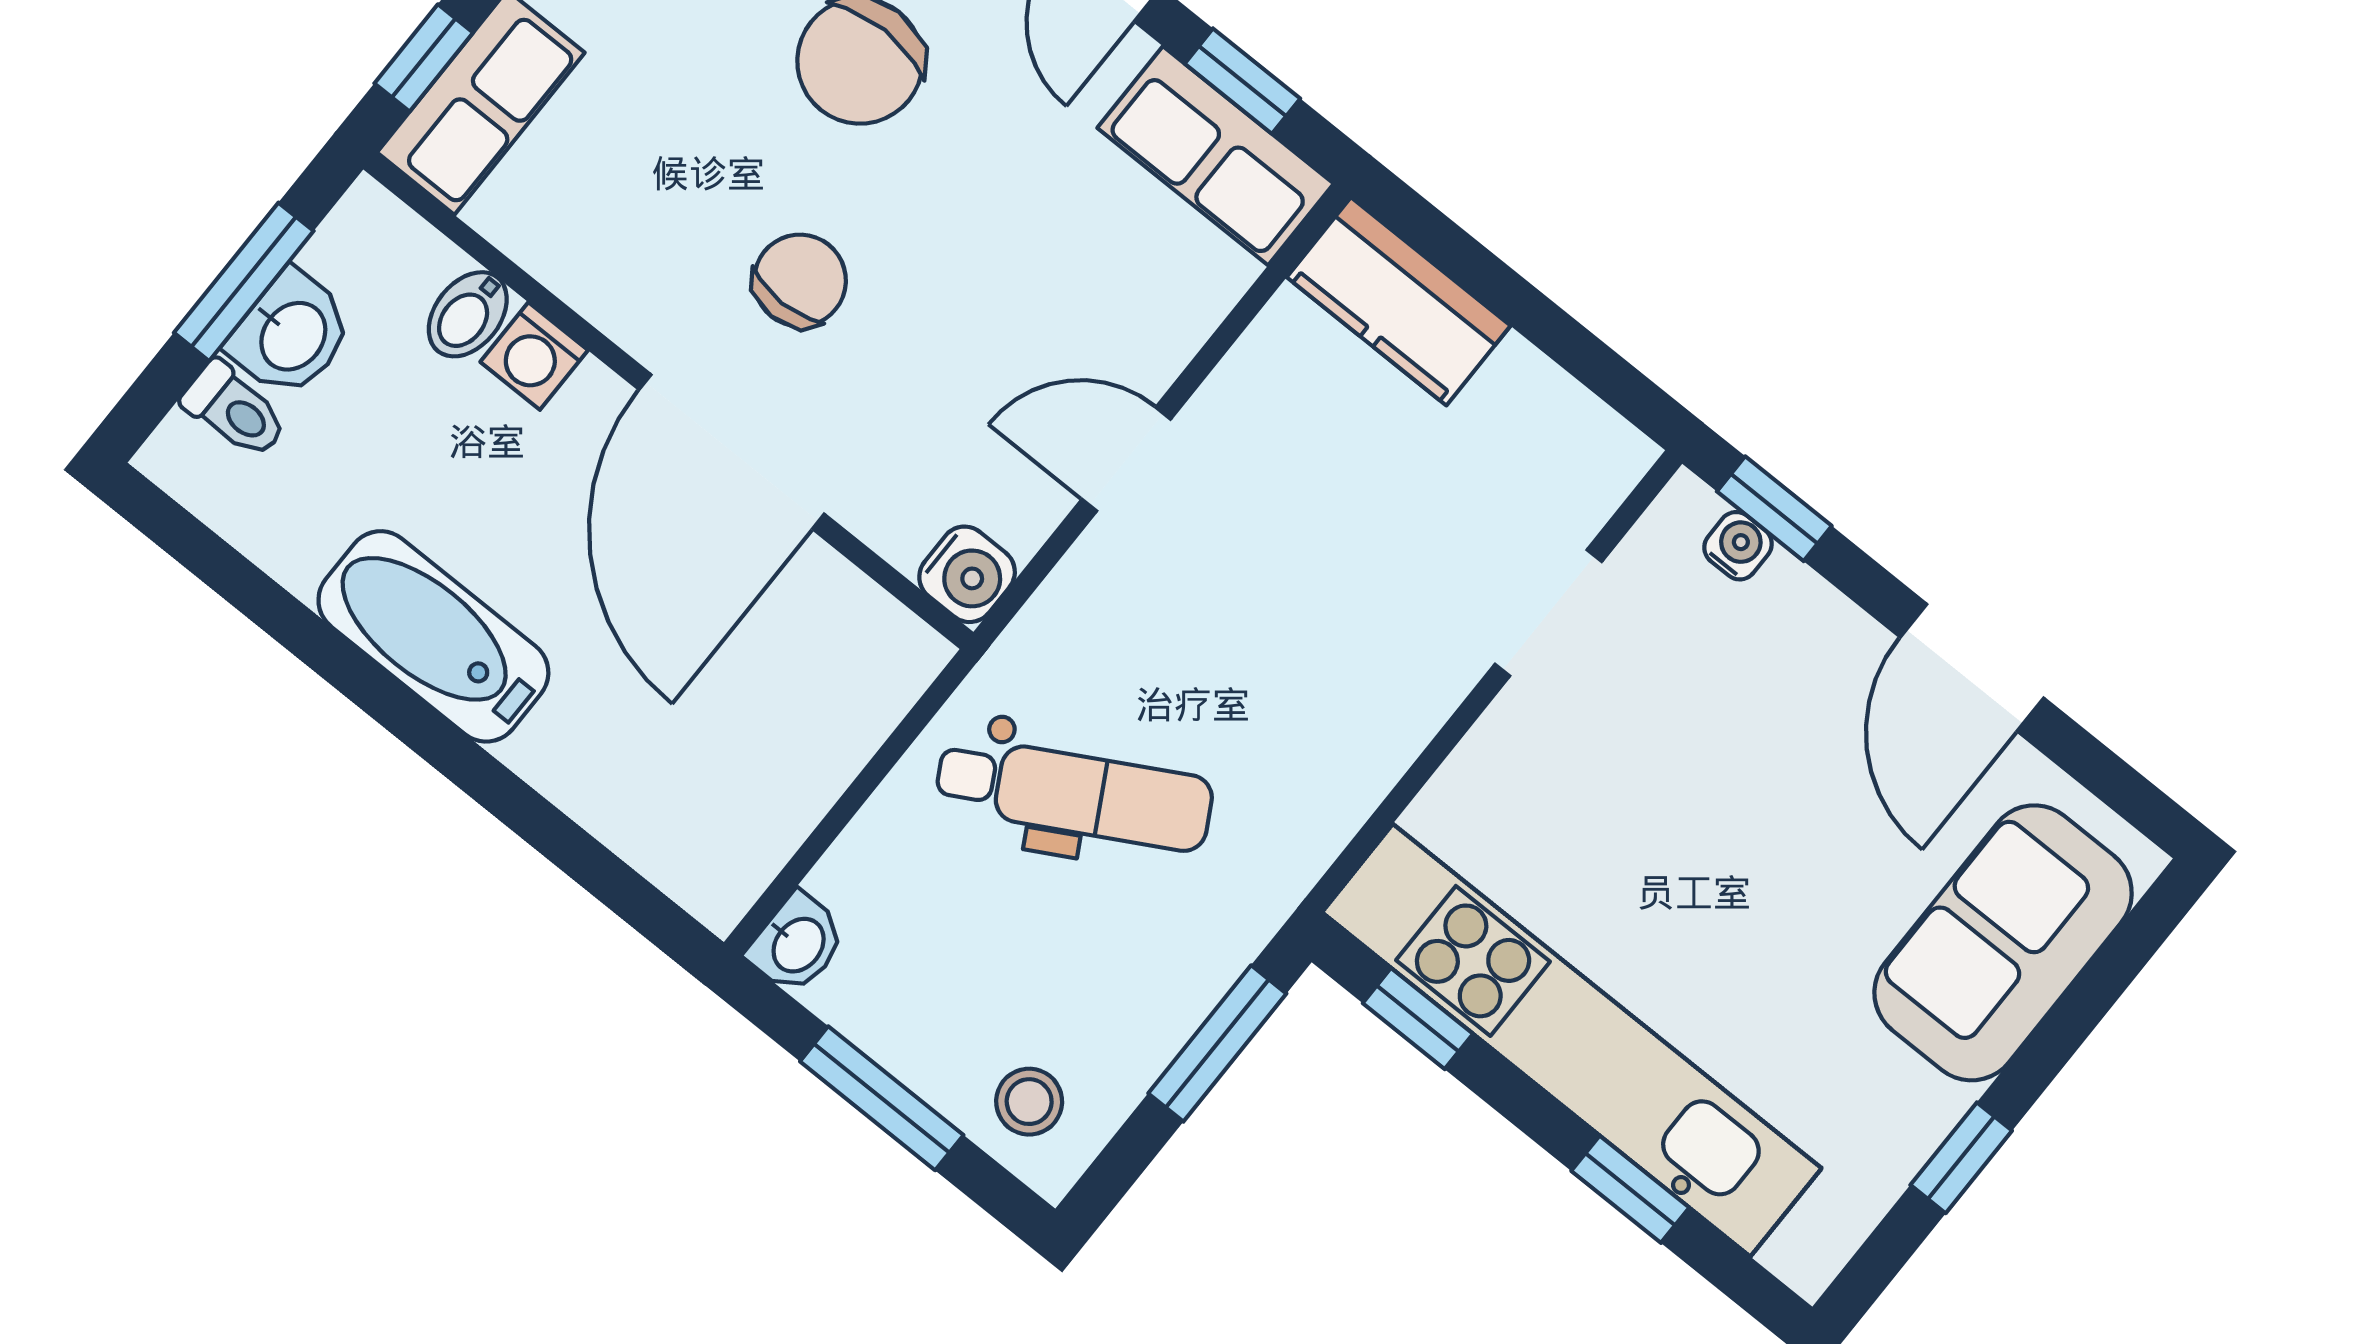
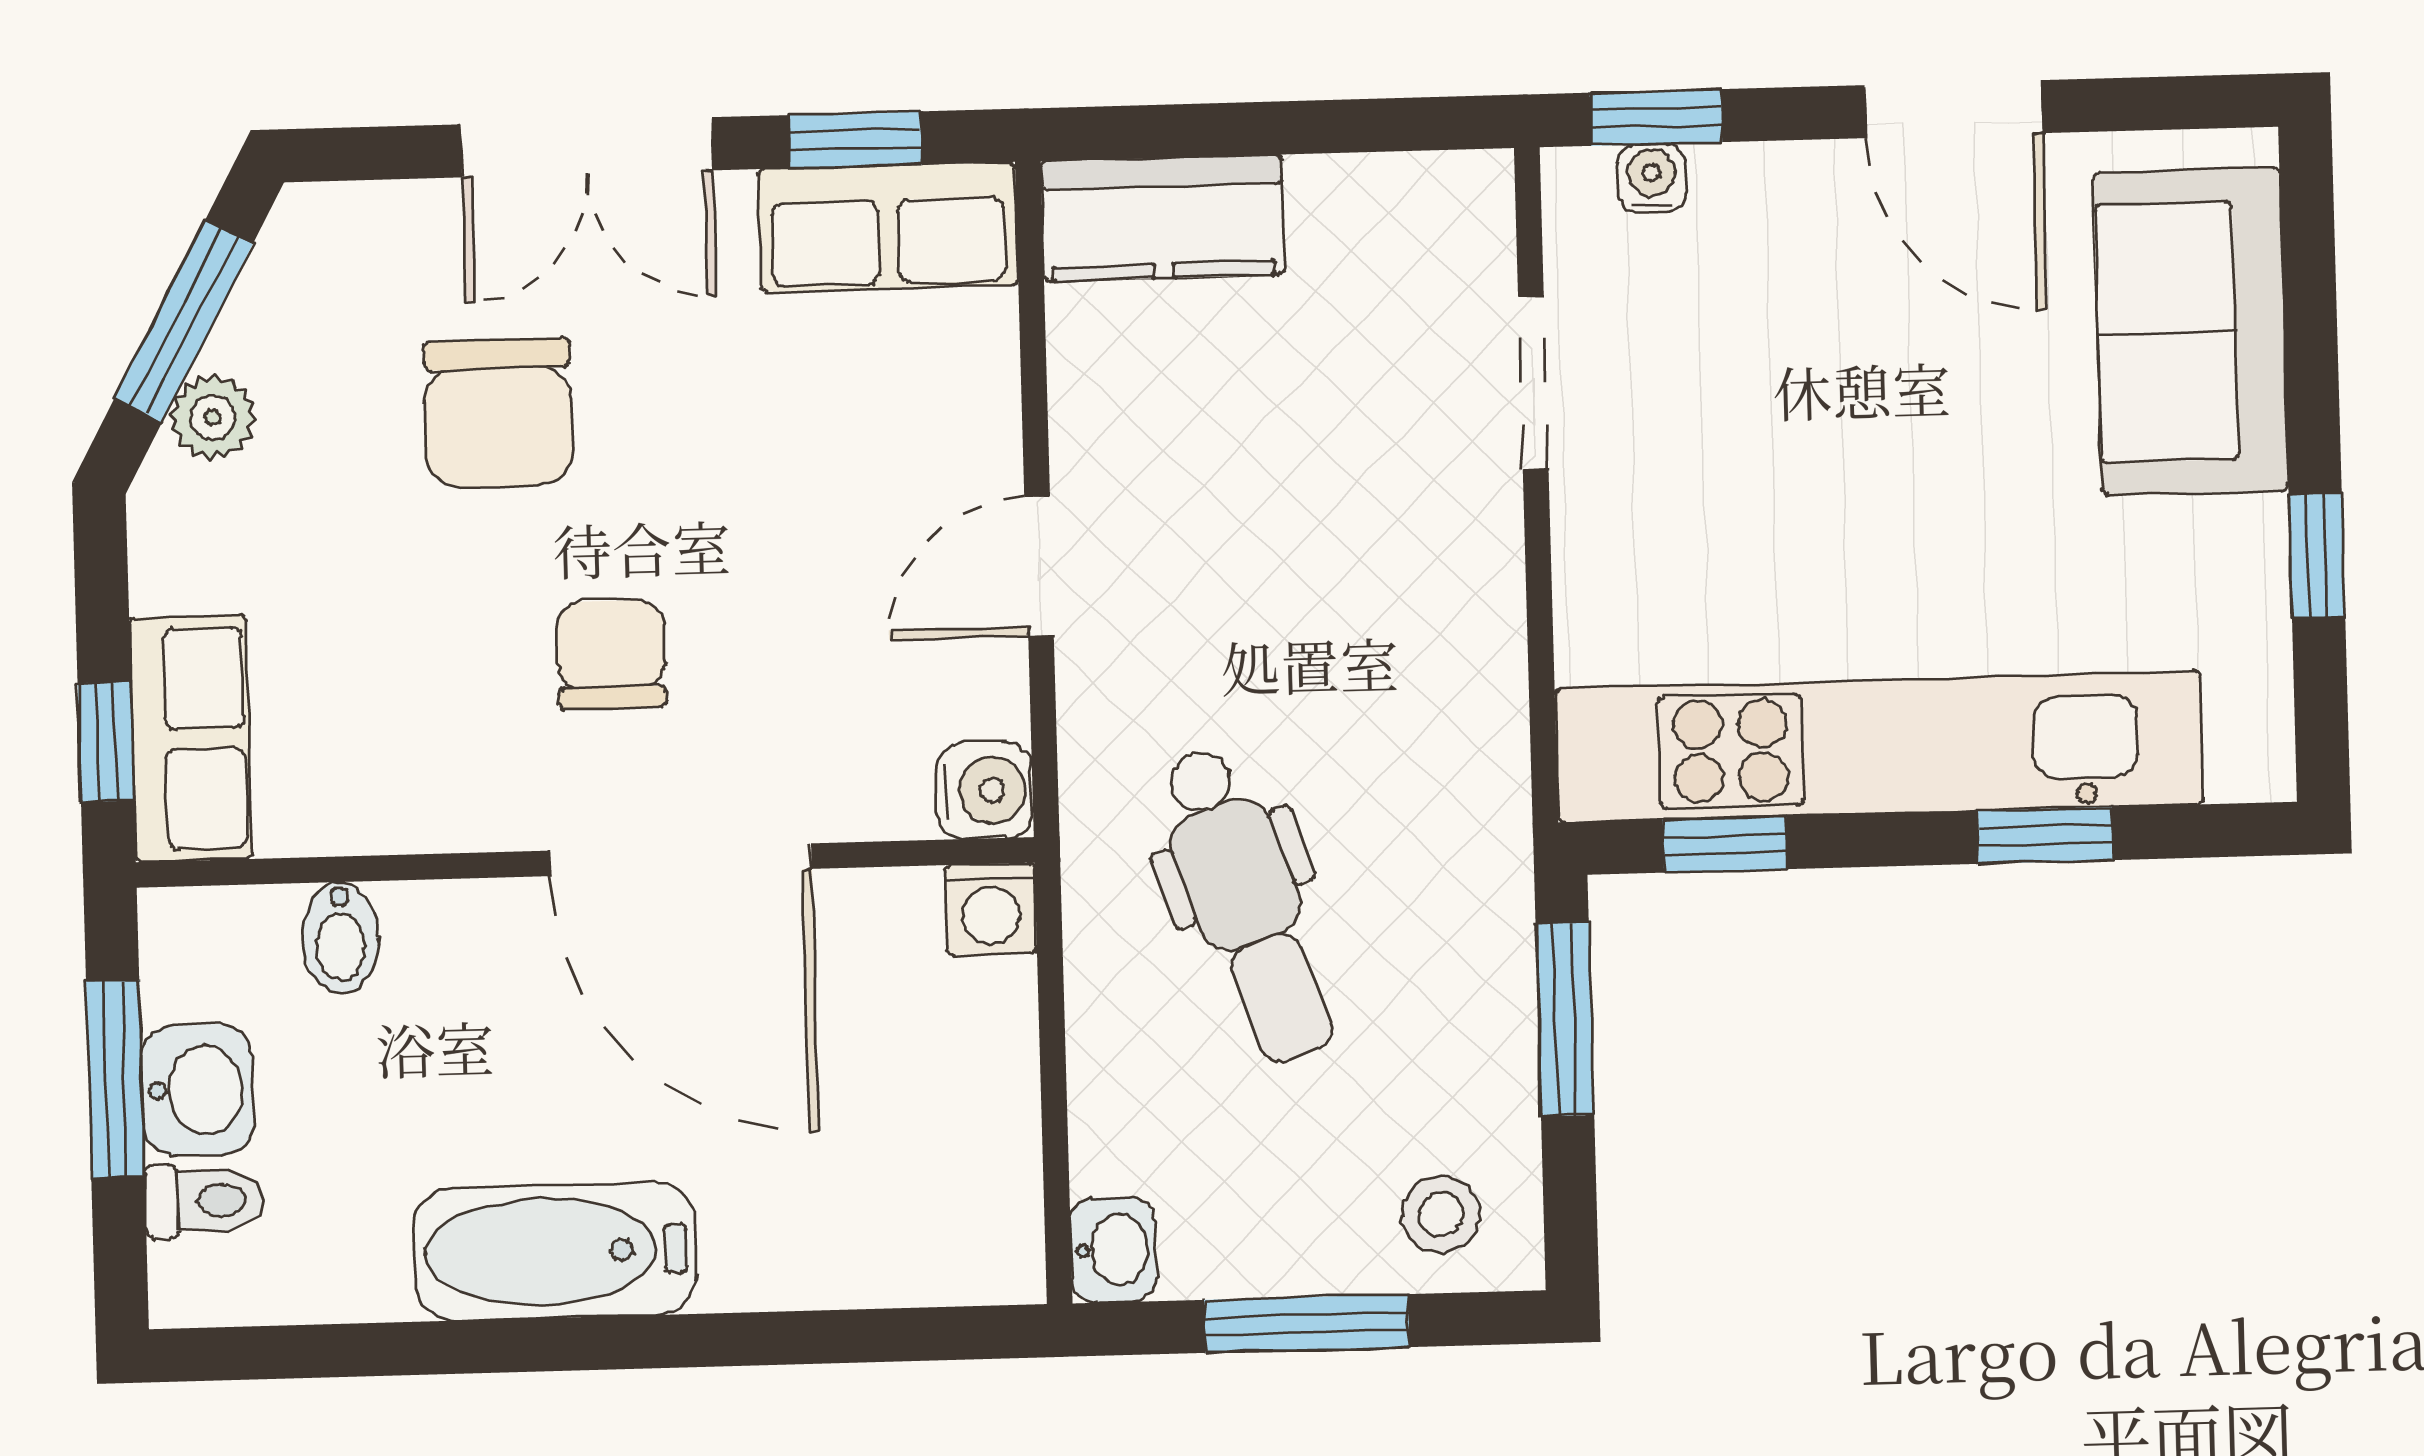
washing machine: (534, 356) -> (991, 909), moved
dental chair: (1074, 794) -> (1247, 905), turned 100

